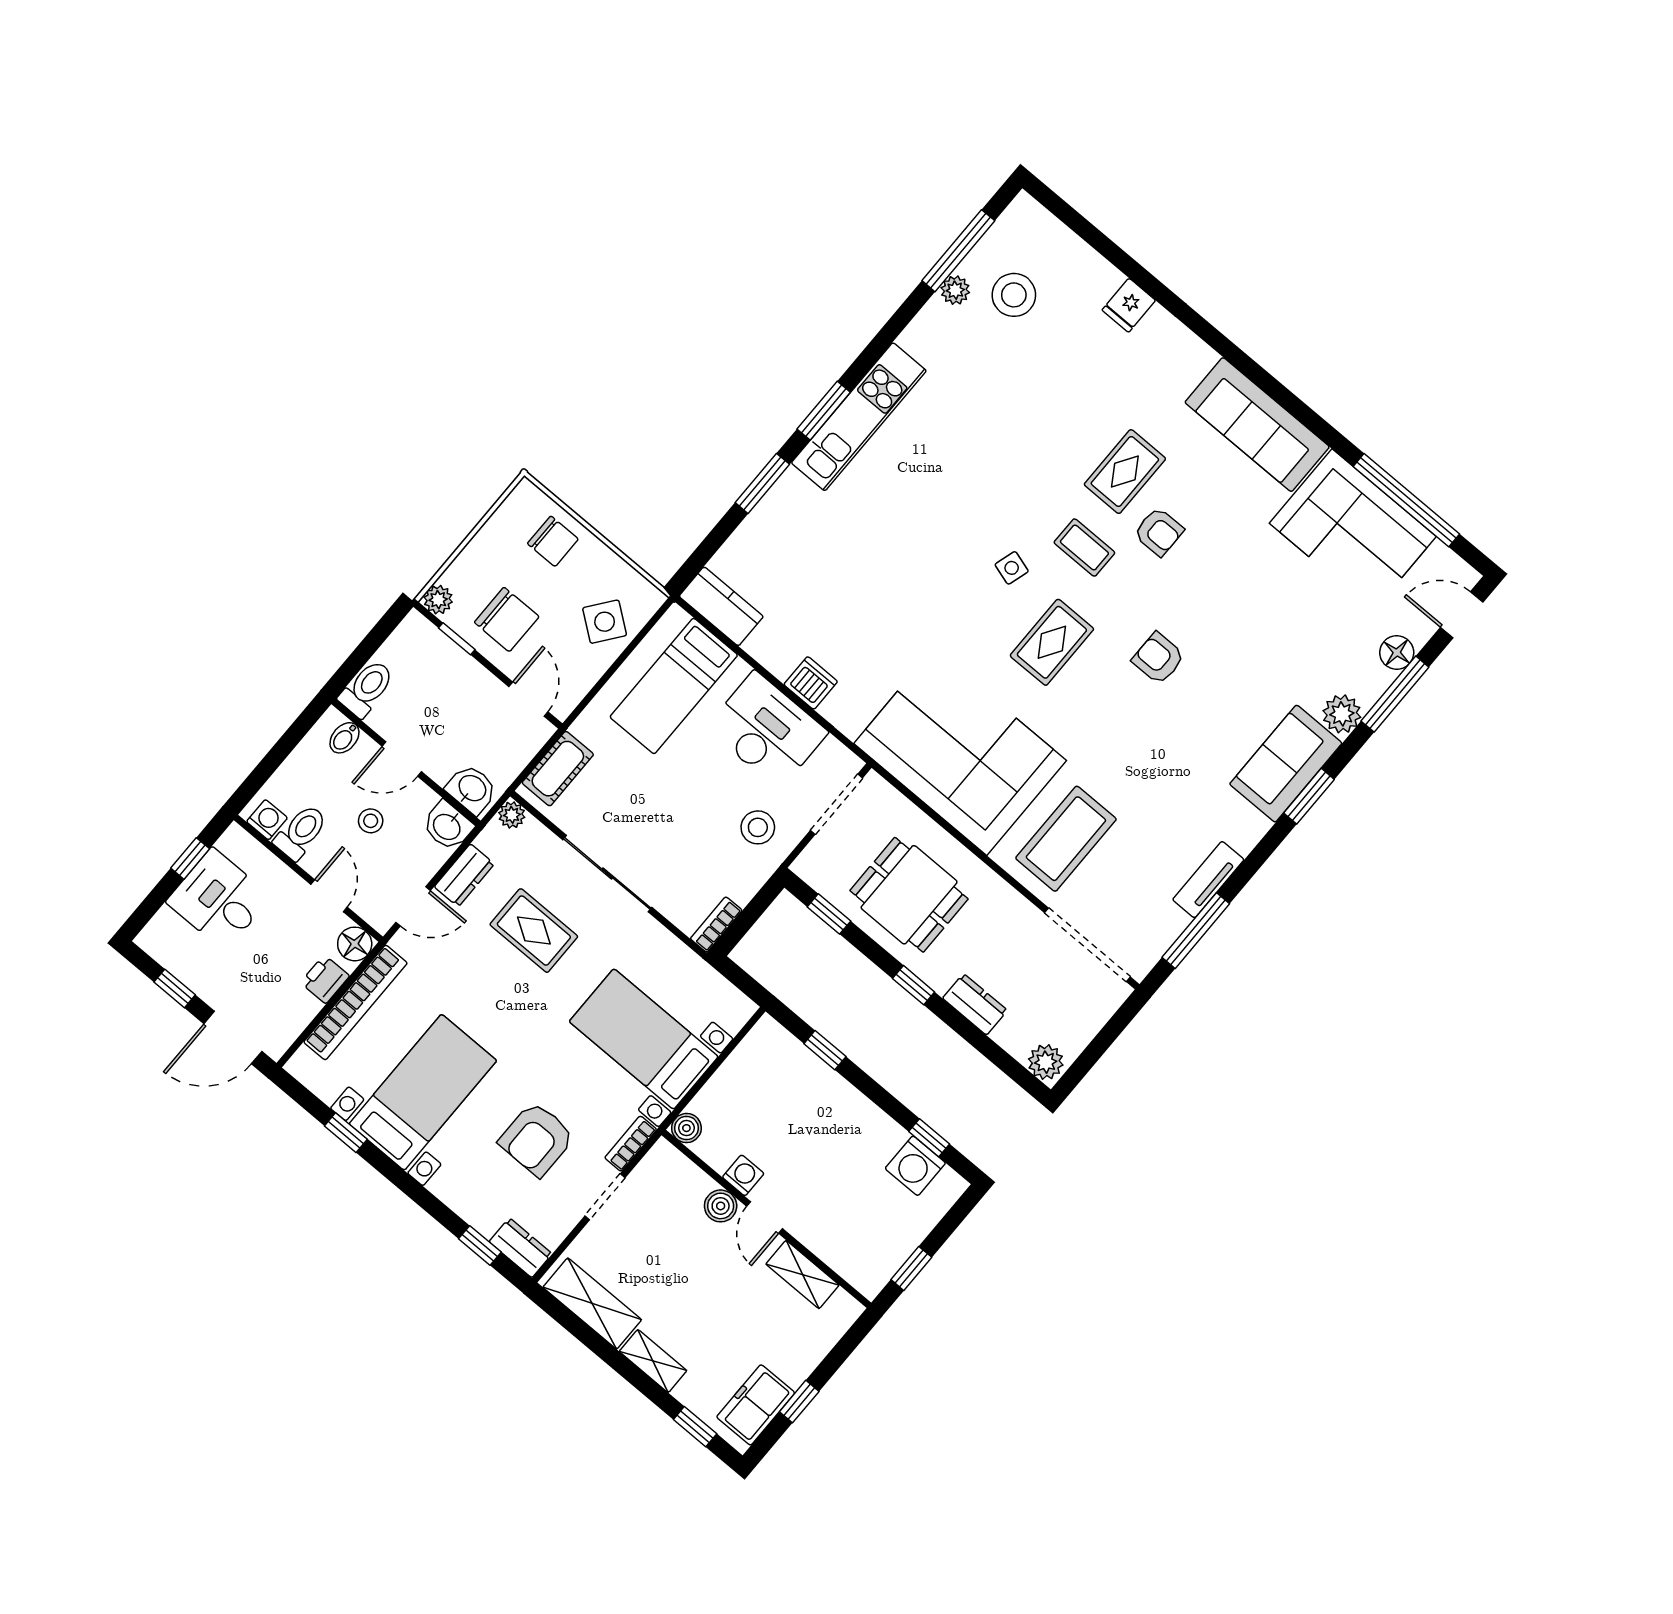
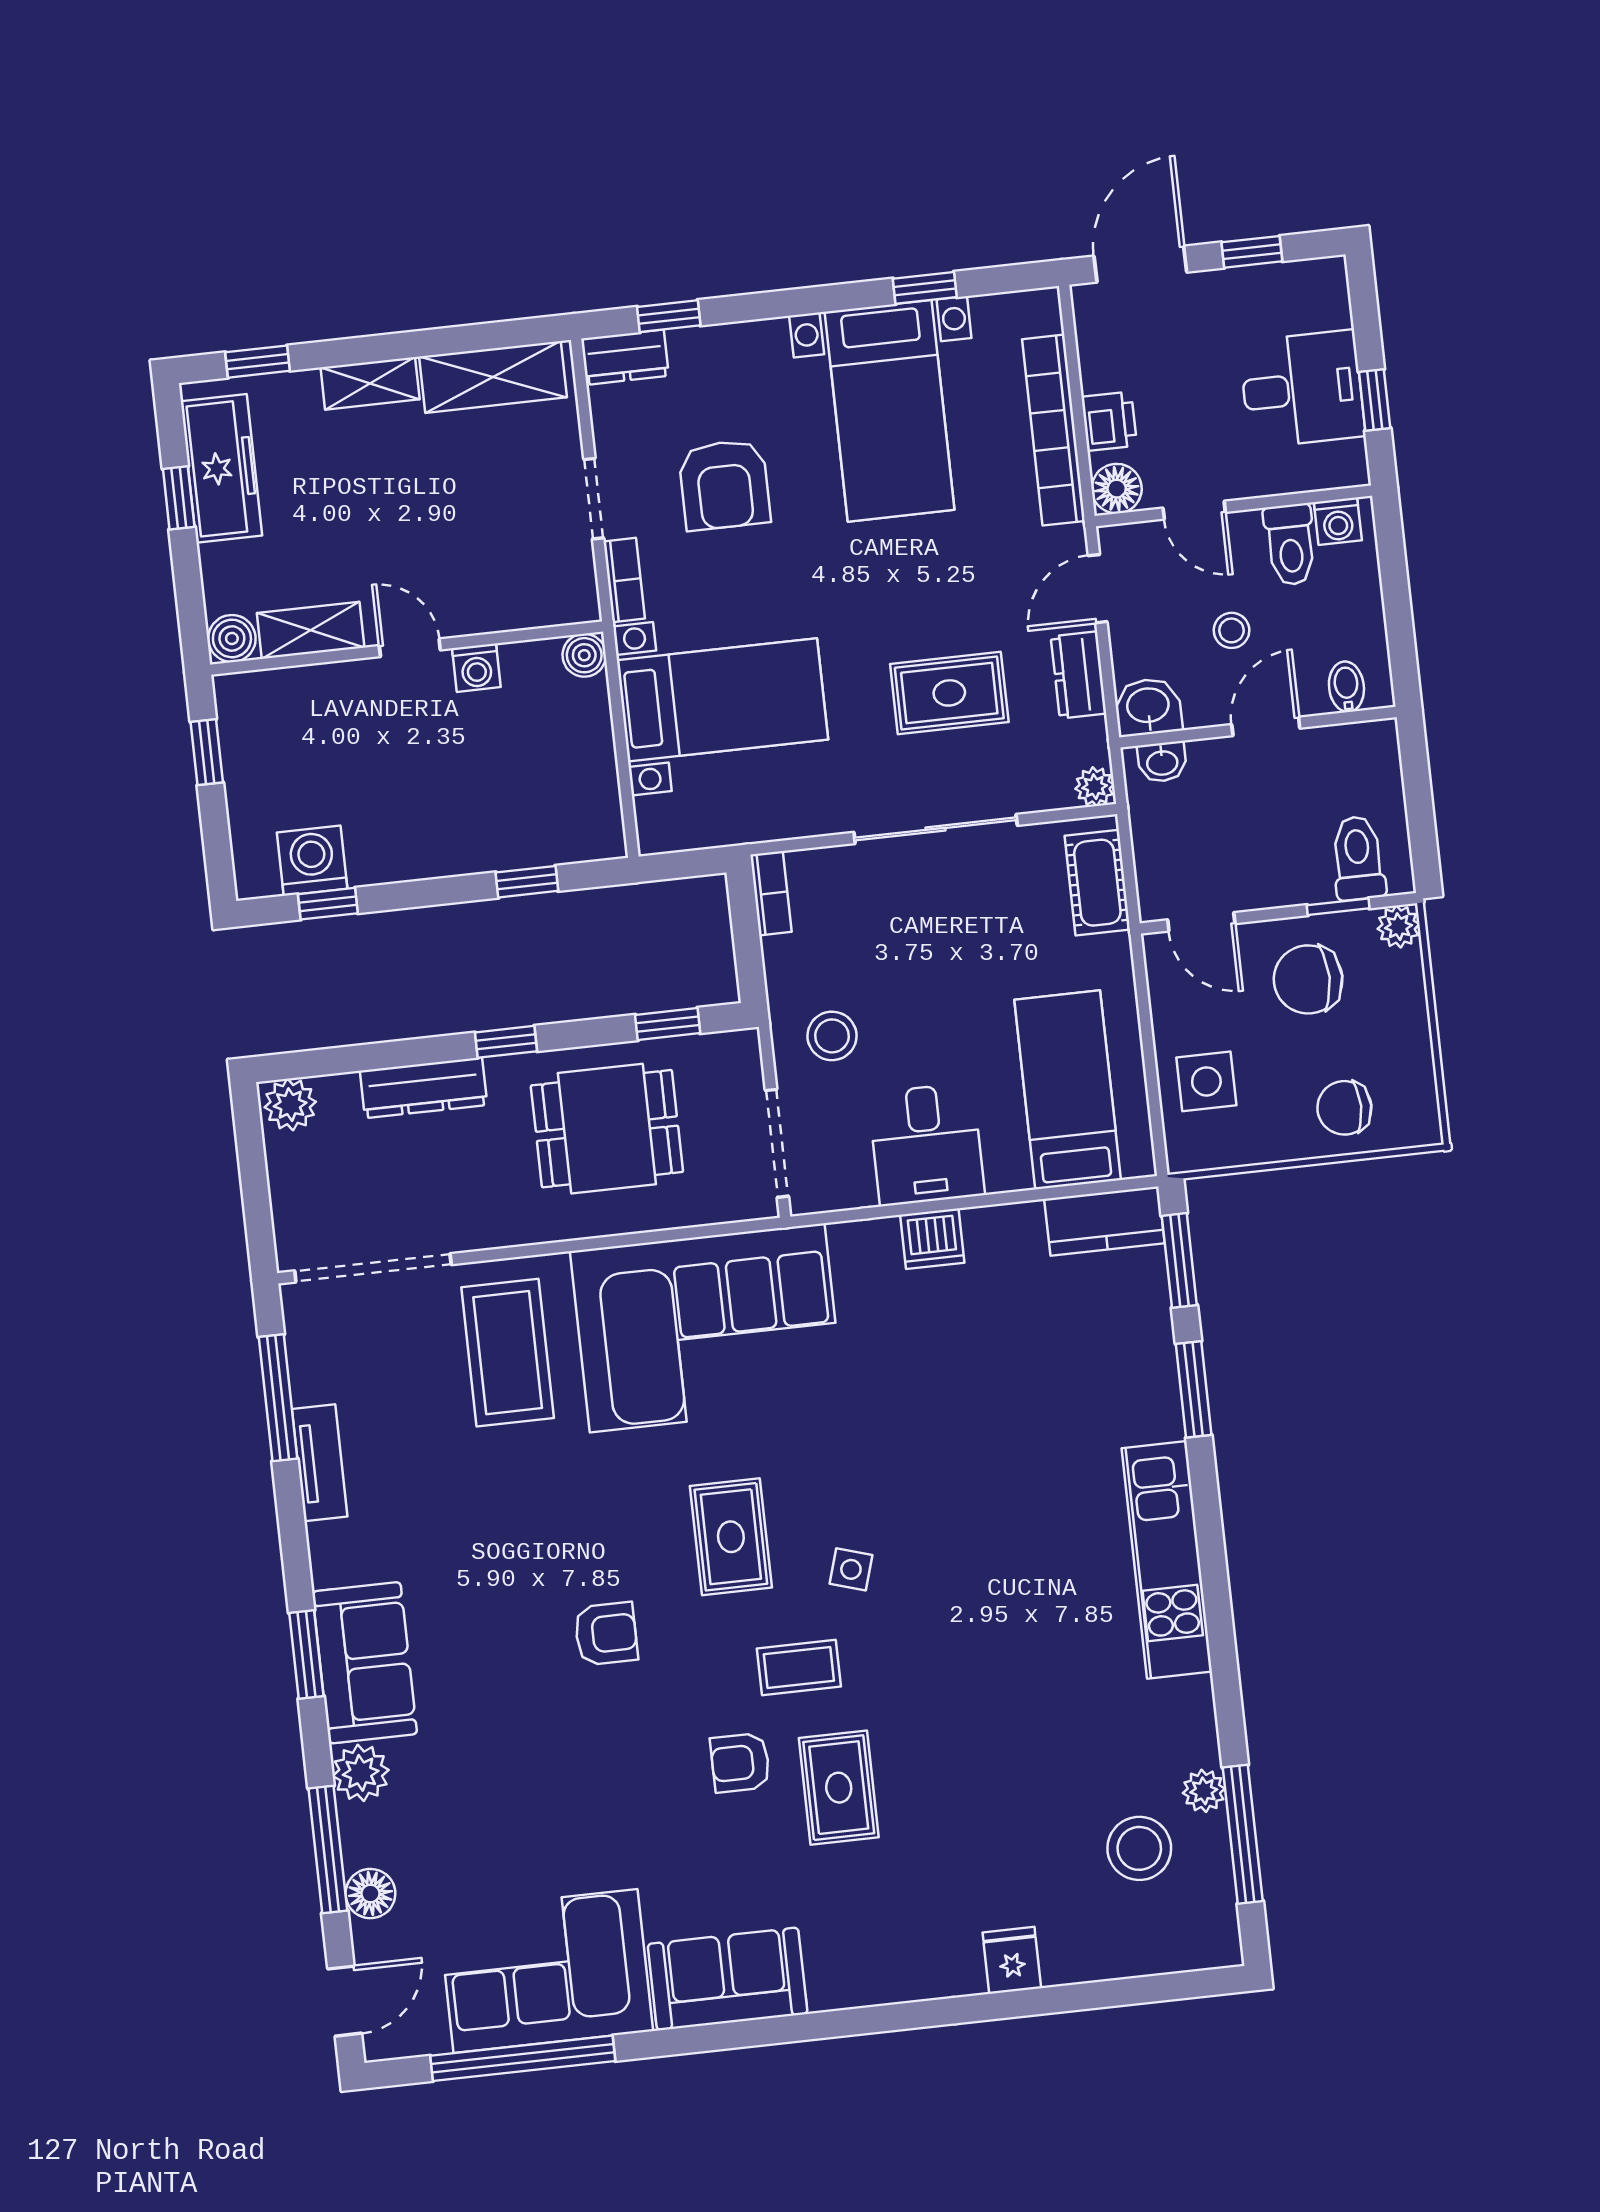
window: (824, 411) -> (1179, 1260), moved
sofa: (1257, 425) -> (728, 1979), width x0.73
side table: (605, 622) -> (1206, 1081), turned -37
toilet: (367, 688) -> (1358, 858), moved, turned 180
desk: (767, 730) -> (926, 1144), width x0.73
washbasin: (472, 789) -> (1162, 762), width x0.72, depth x0.69
dresser: (975, 1004) -> (424, 1088), width x1.44
armchair: (537, 1139) -> (724, 485), turned 180
boiler: (721, 1206) -> (232, 638), moved
freezer: (756, 1405) -> (221, 468), width x1.40

